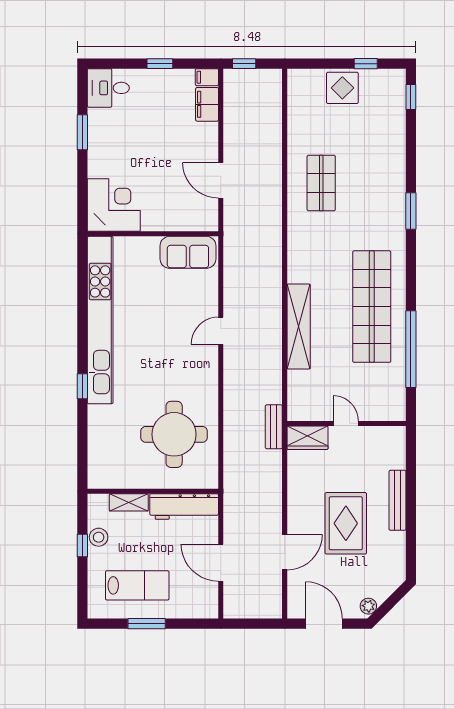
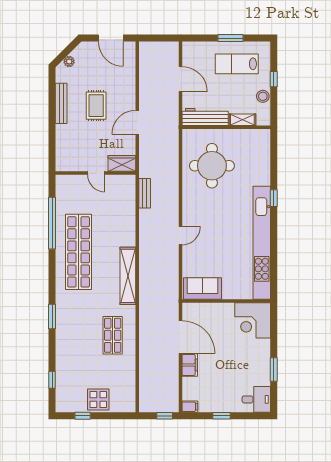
window: (411, 97) -> (52, 380), moved
filing cabinet: (207, 104) -> (190, 365), moved
door: (221, 180) -> (180, 337), width x1.36
shelving: (299, 327) -> (128, 276), moved
bench: (274, 427) -> (145, 193), moved
bench: (398, 500) -> (61, 103), moved
rug: (346, 523) -> (96, 106), width x0.73, depth x0.70
window: (82, 546) -> (274, 79), moved
door: (285, 552) -> (137, 122), moved
plant: (368, 606) -> (69, 61), moved

